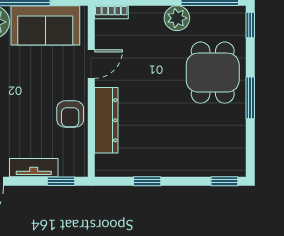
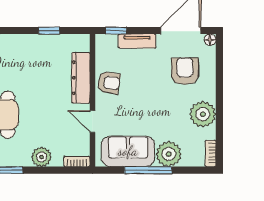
plant: (177, 18) -> (42, 157), moved
door: (91, 64) -> (93, 121), hinge flipped
armchair: (70, 114) -> (109, 83), turned 99

